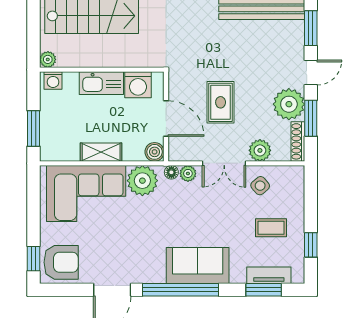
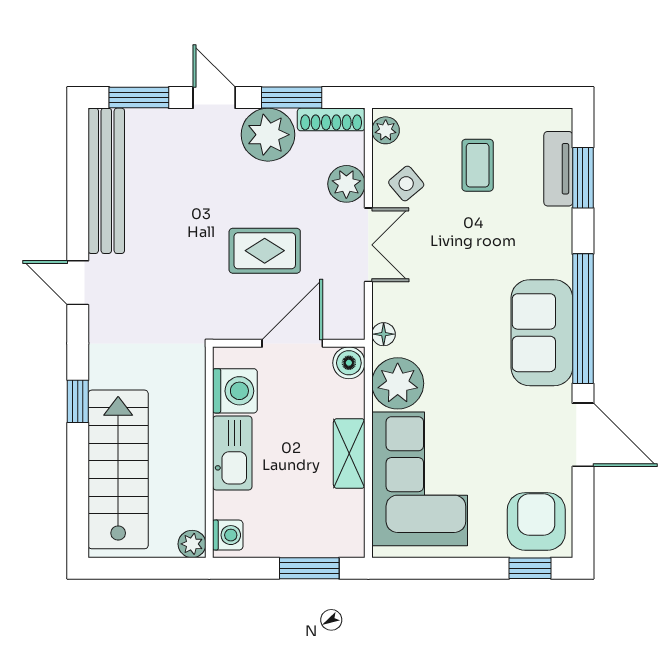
plant: (188, 173) -> (386, 130), moved
window: (311, 245) -> (507, 98), removed
sofa: (198, 266) -> (542, 333), moved

